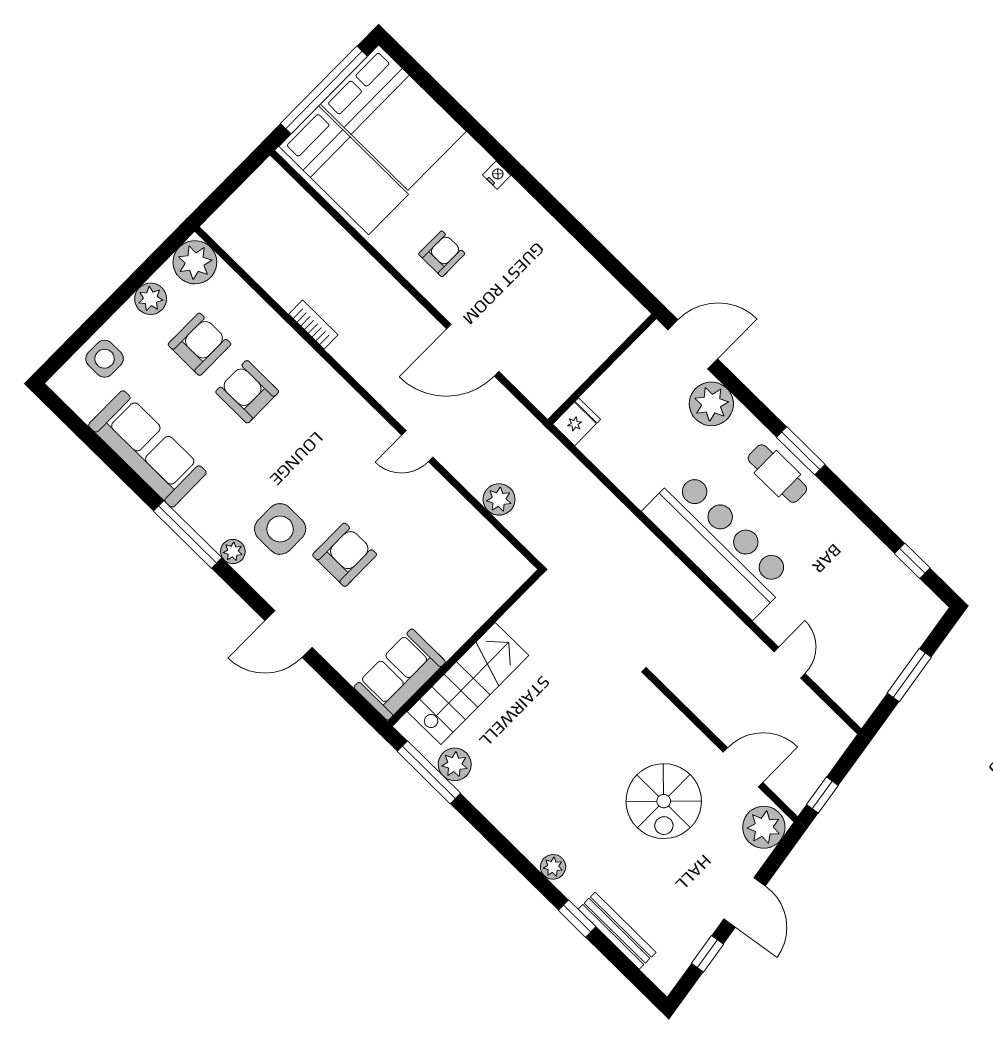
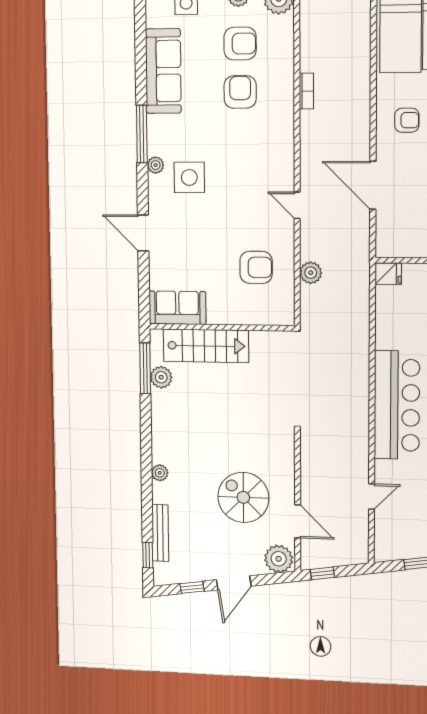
armchair: (345, 555) -> (256, 267), moved
spiral stairs: (664, 801) -> (243, 497), turned 90
window: (577, 919) -> (148, 555), moved

